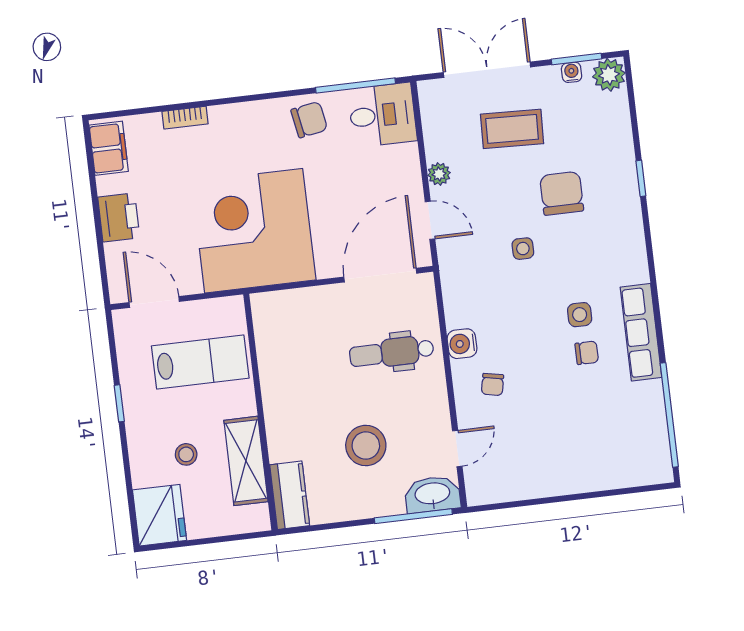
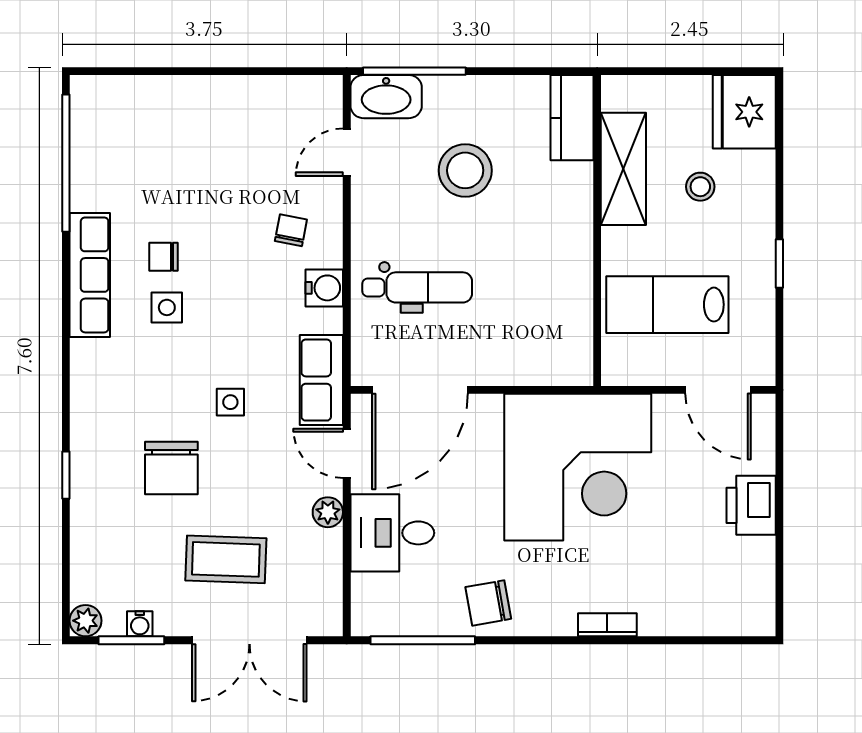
plant: (609, 75) -> (86, 621), width x0.73, depth x0.73
desk: (382, 115) -> (392, 533), moved
bookcase: (185, 118) -> (607, 625), moved
filing cabinet: (109, 148) -> (753, 597), removed
row of seats: (456, 274) -> (321, 380), added

